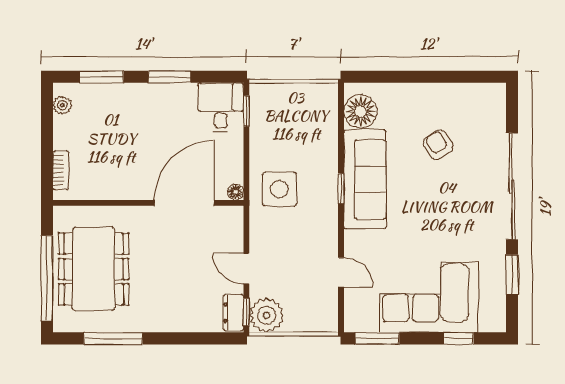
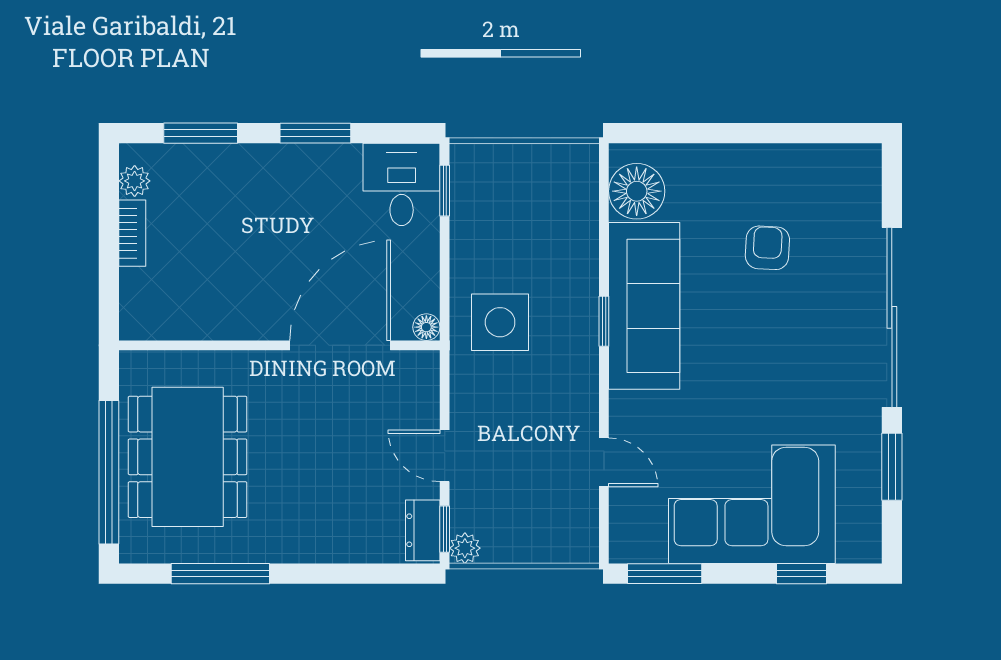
armchair: (438, 145) -> (767, 248), turned 36
bookcase: (61, 170) -> (132, 233), moved
plant: (266, 315) -> (465, 548), width x0.53, depth x0.53

